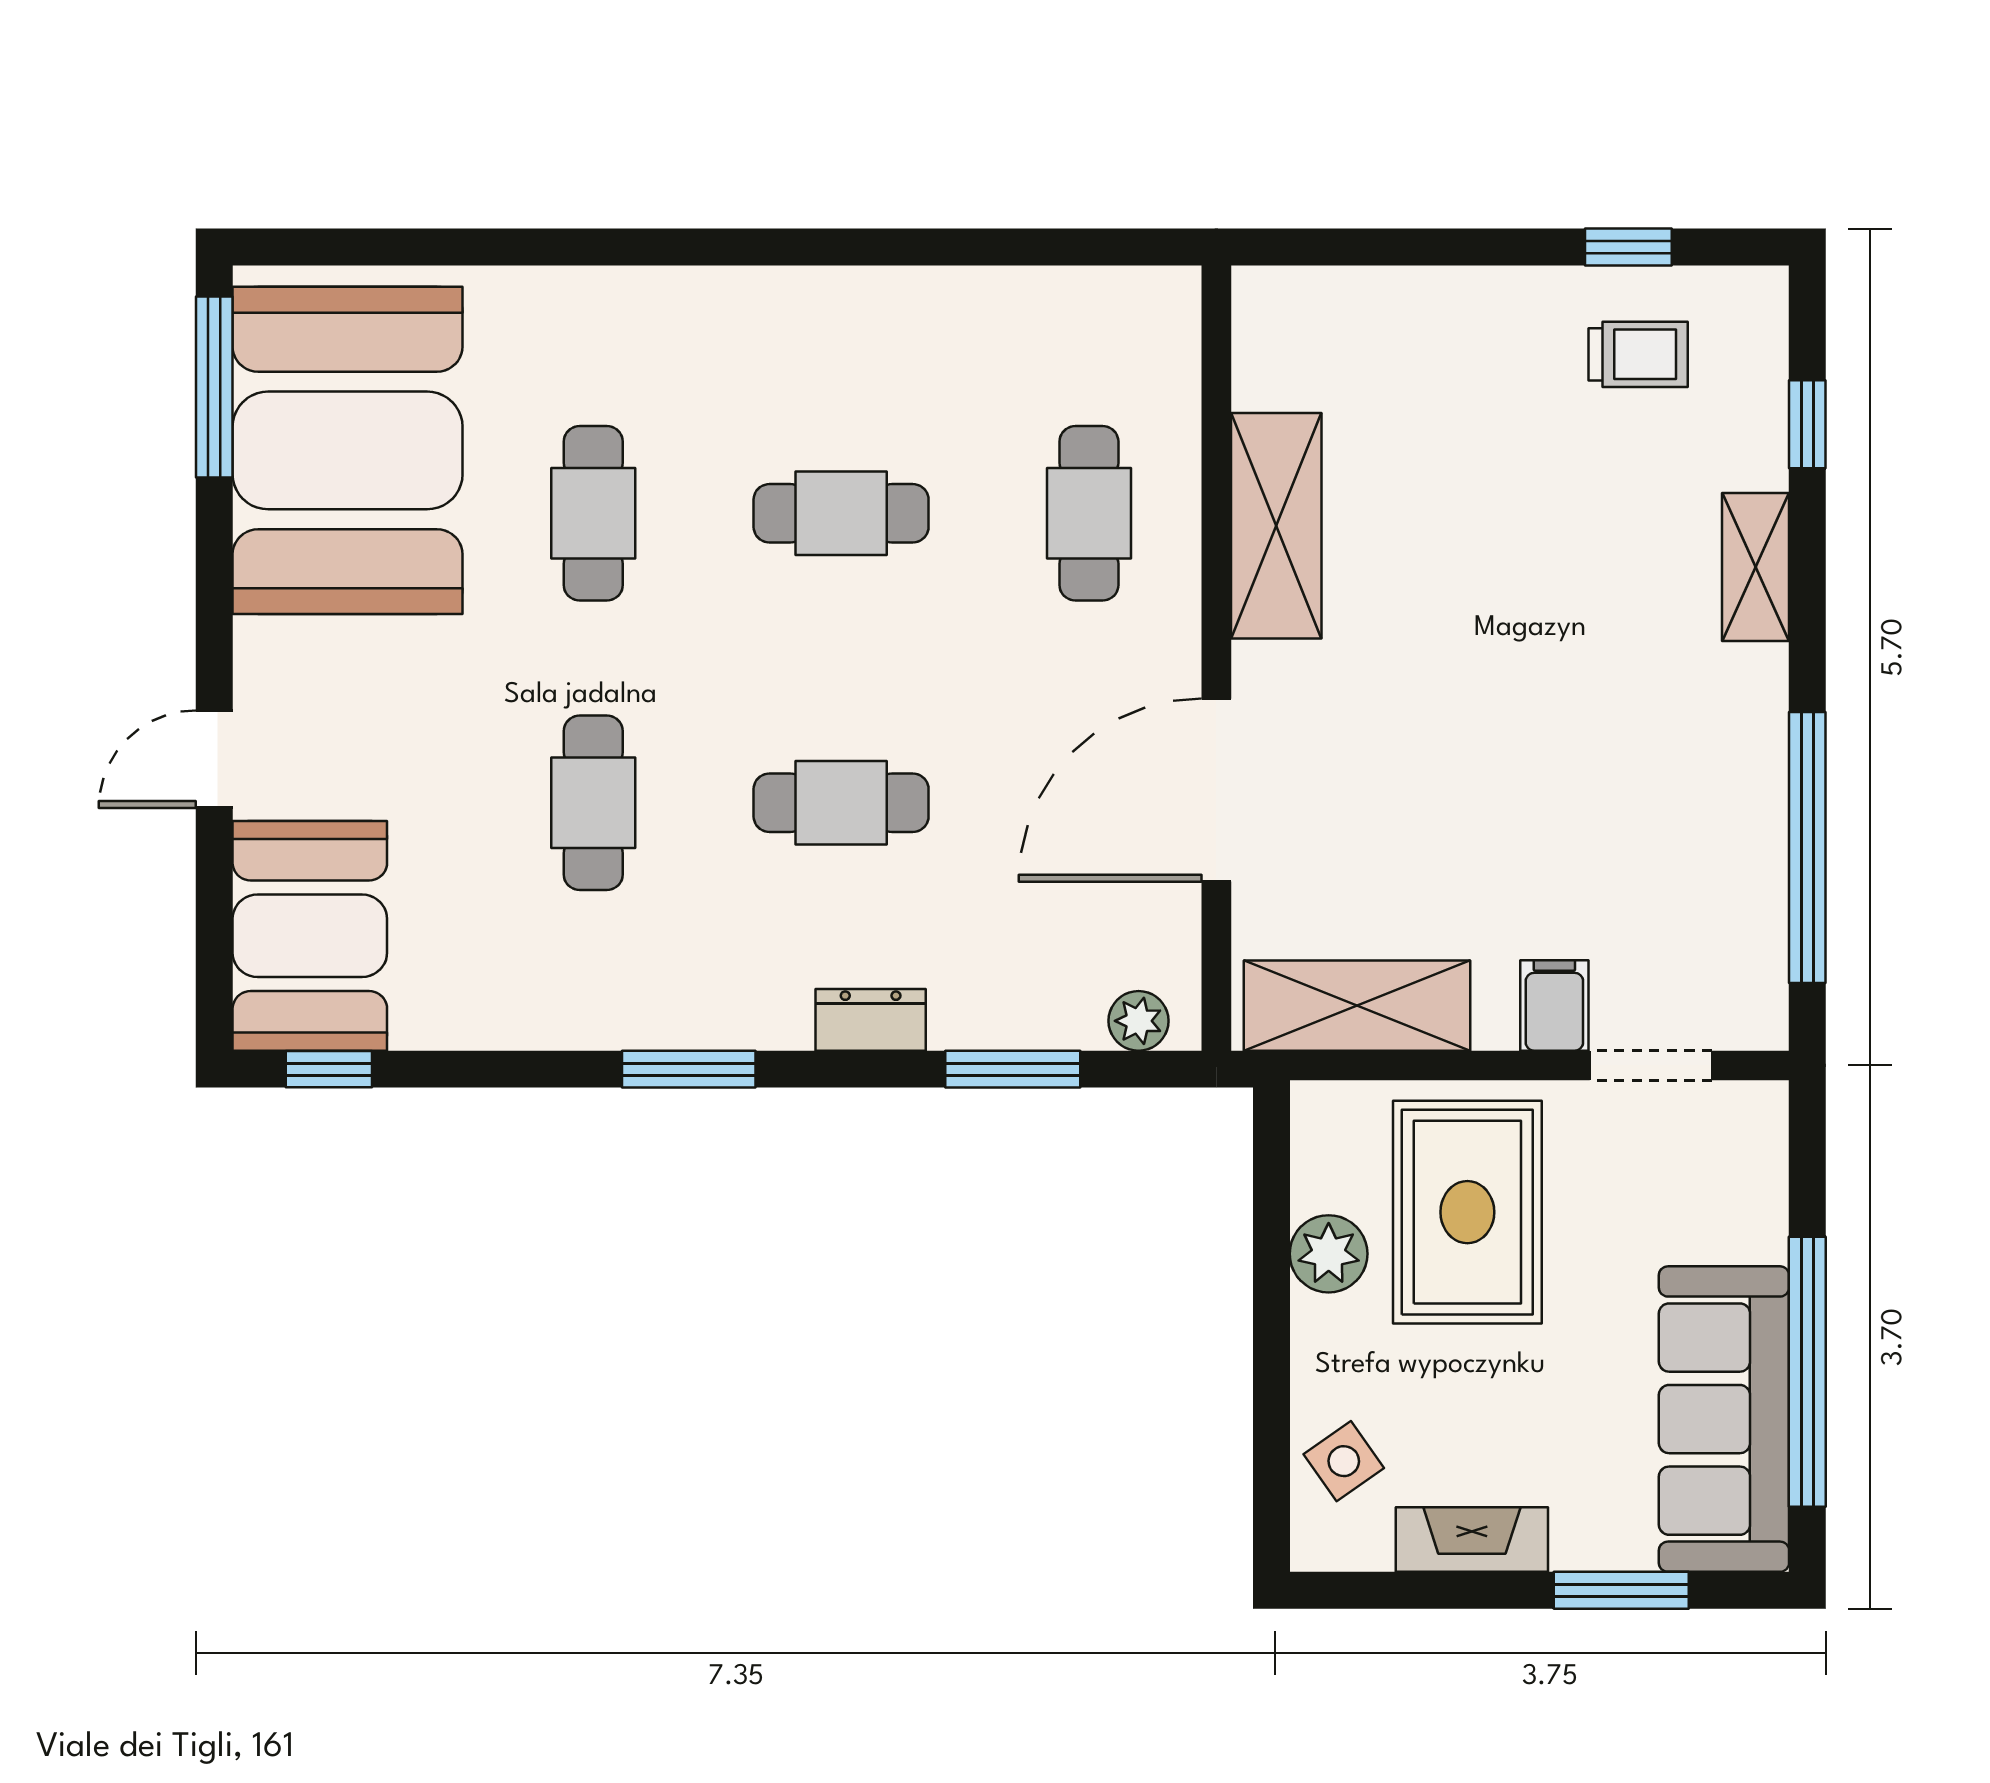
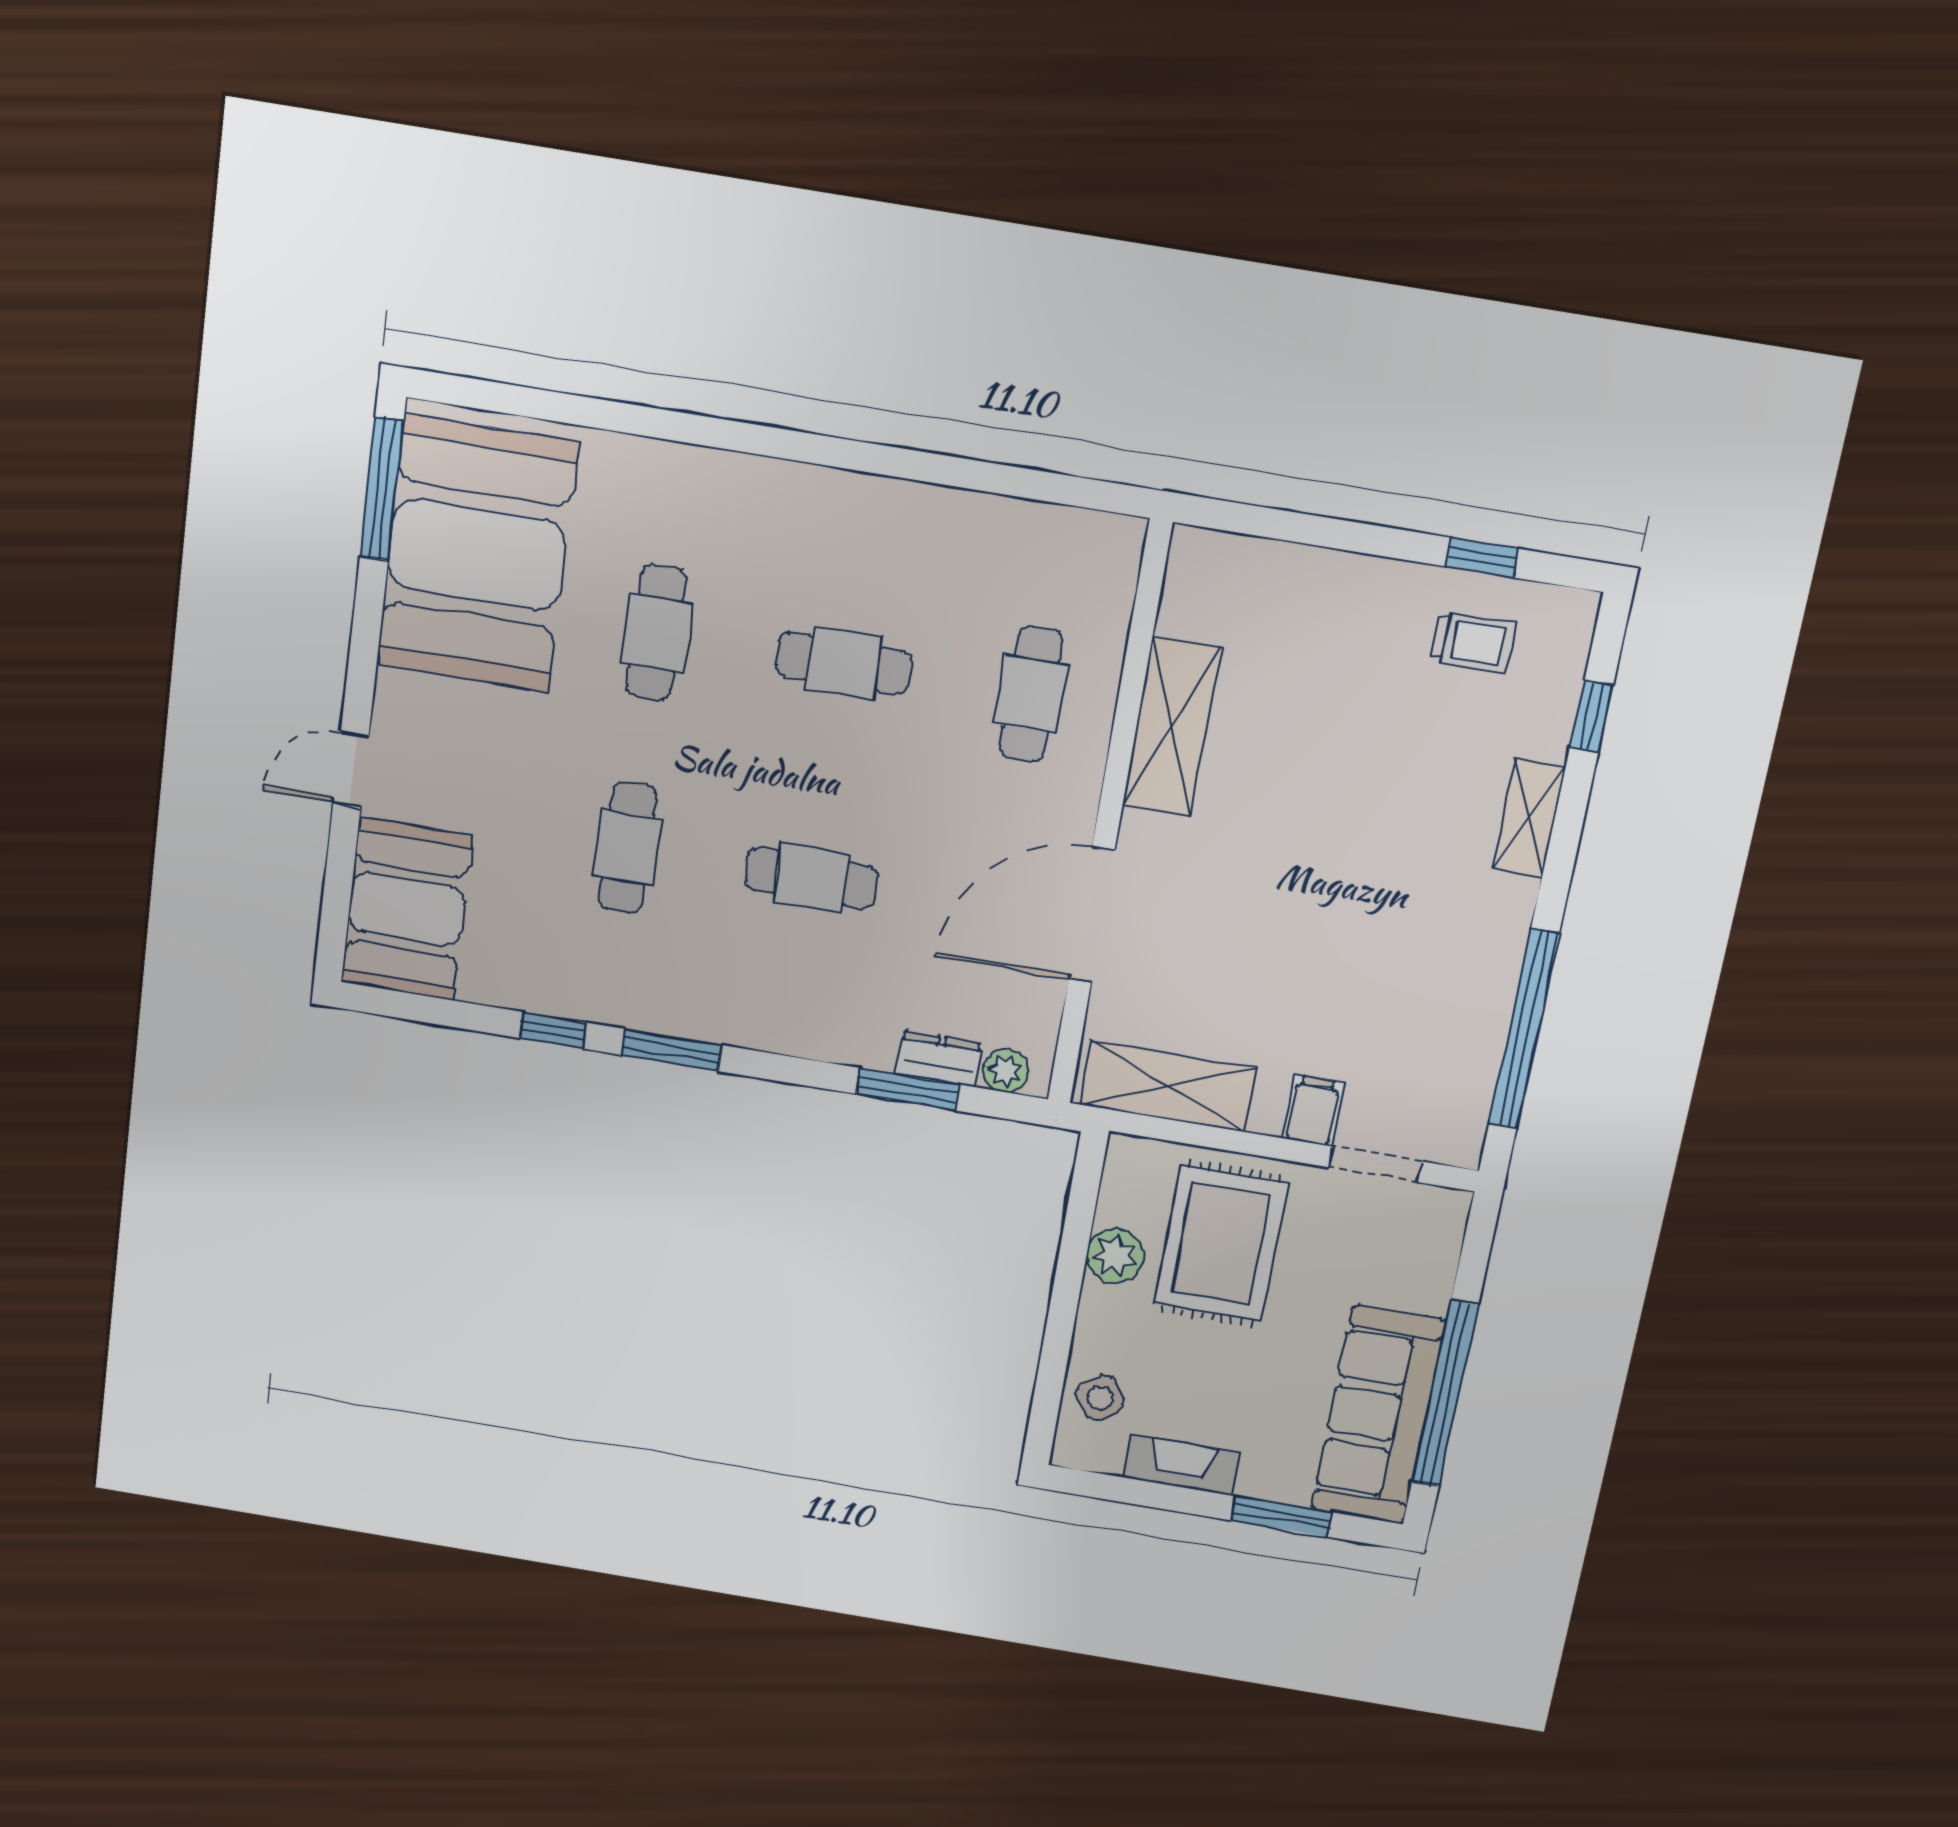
dresser: (871, 1020) -> (939, 1059), moved
window: (329, 1069) -> (553, 1030), moved

